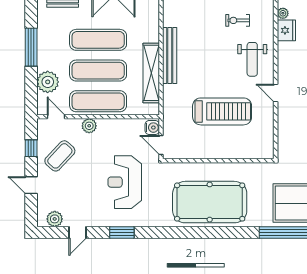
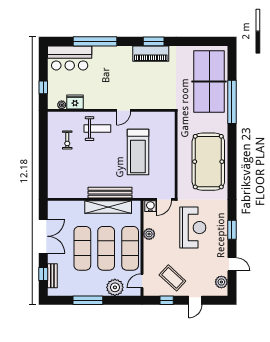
bench: (170, 55) -> (110, 193), moved
treadmill: (222, 111) -> (138, 152), turned 180
plant: (89, 126) -> (149, 234), moved
reception desk: (125, 182) -> (193, 228), turned -90

